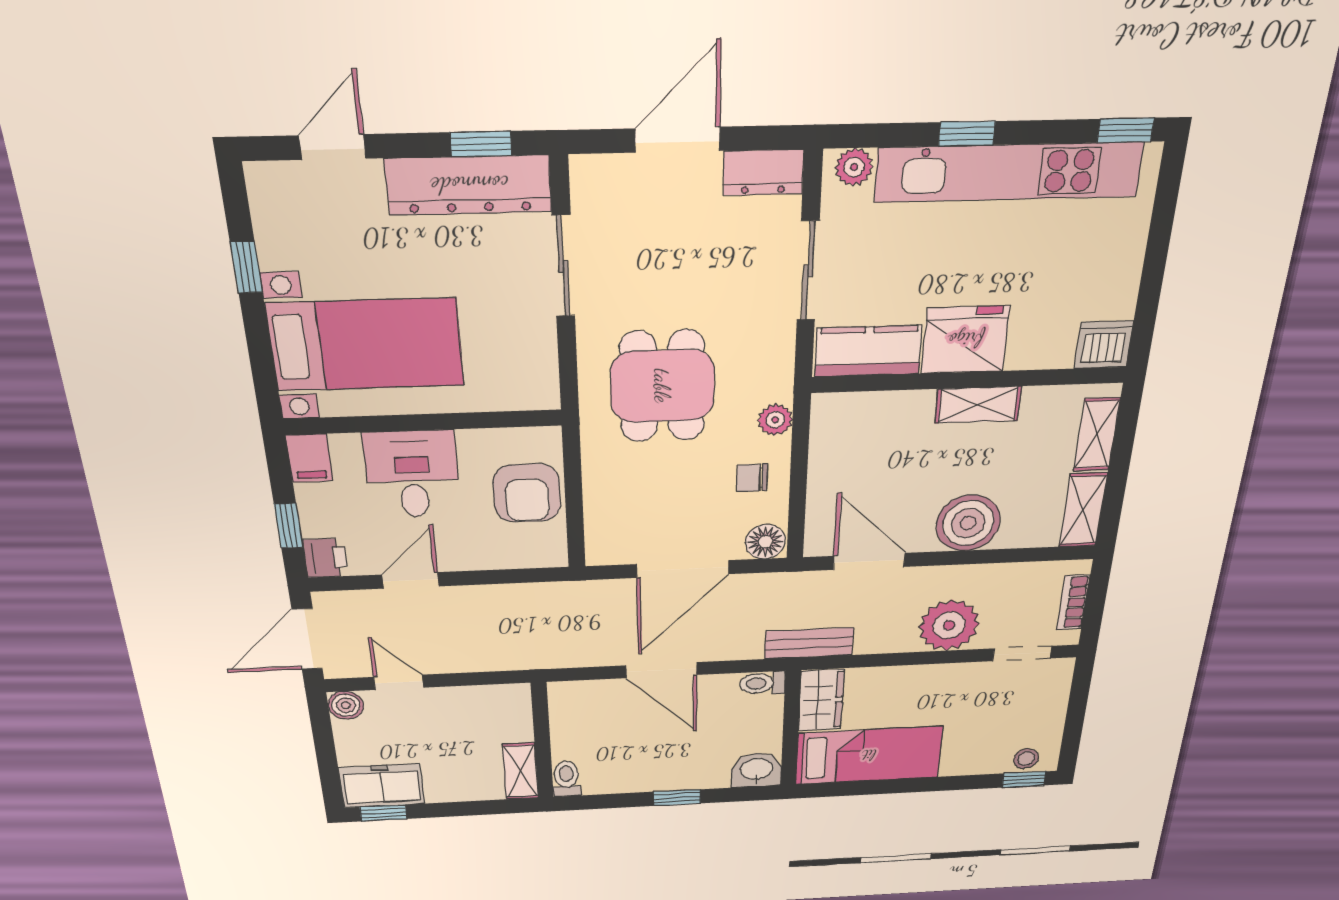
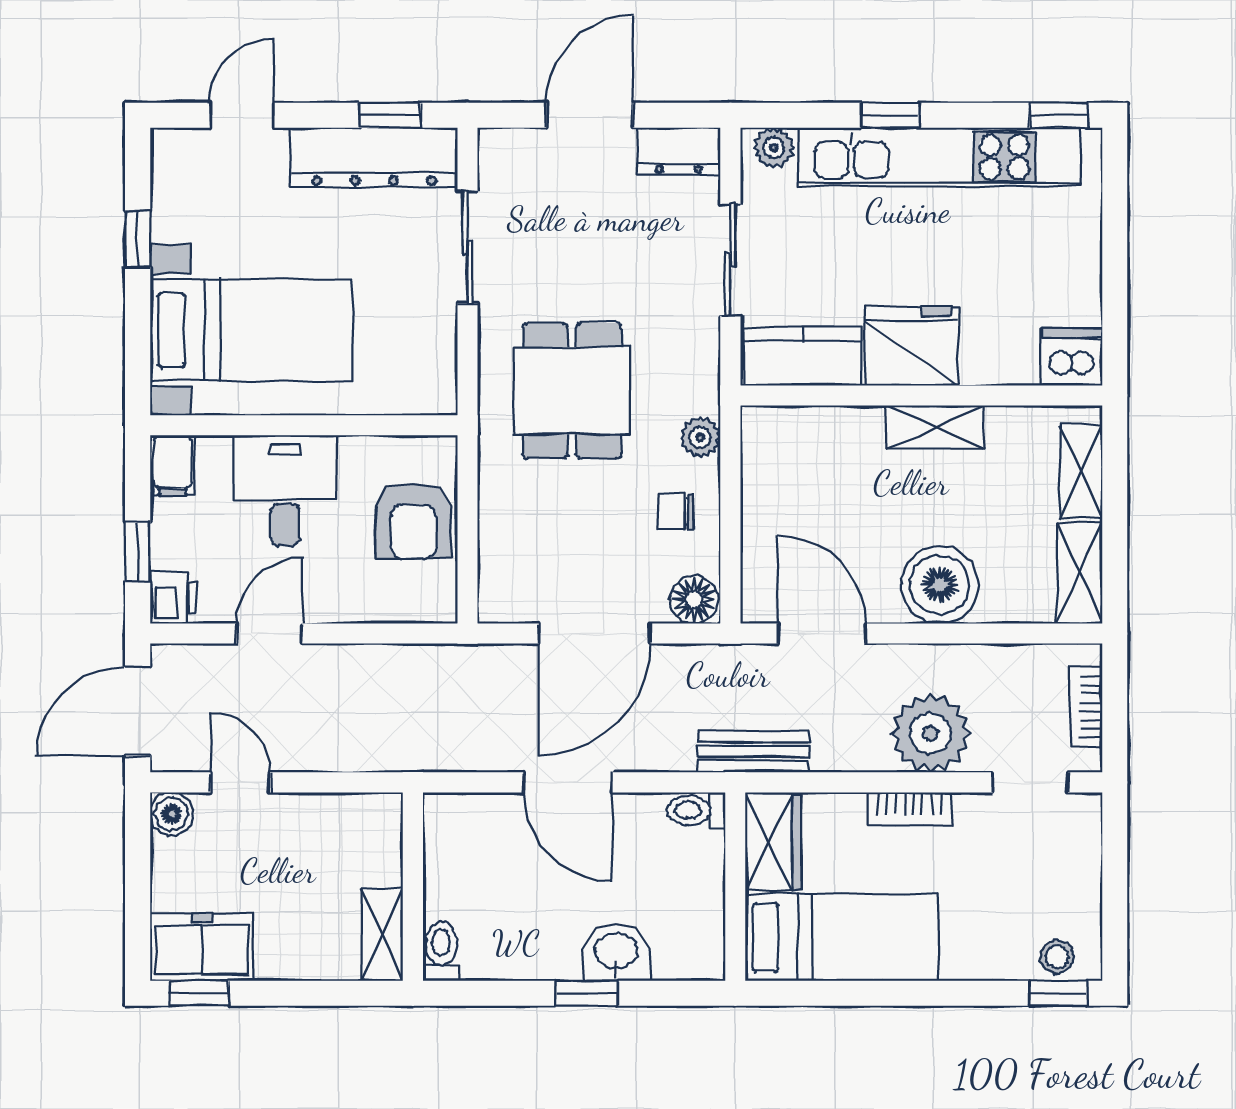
bookcase: (927, 675) -> (909, 809), added
washbasin: (756, 770) -> (616, 952), moved

